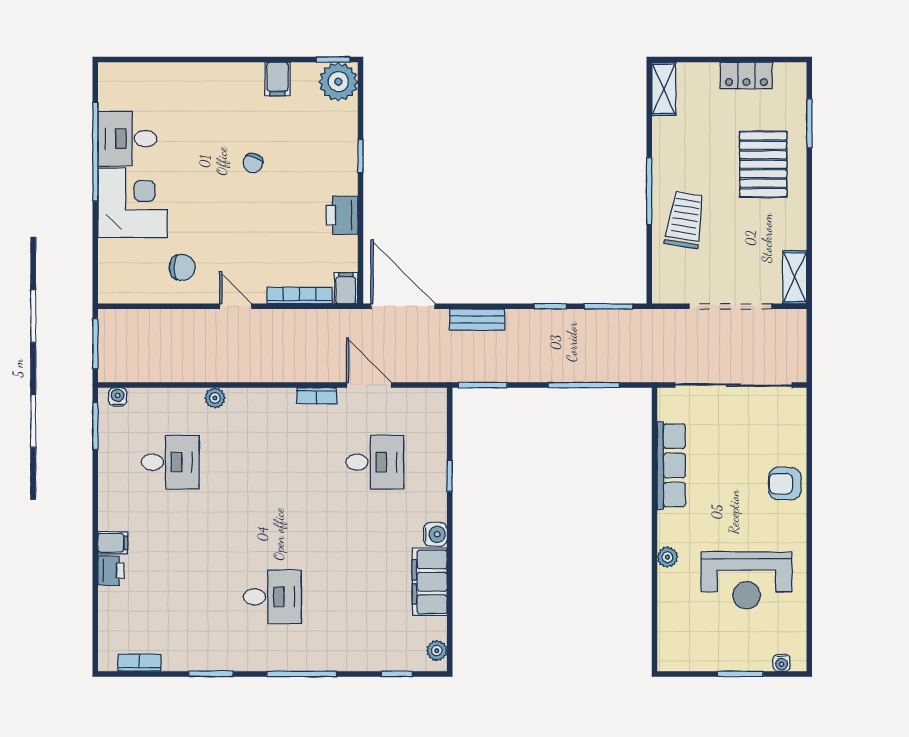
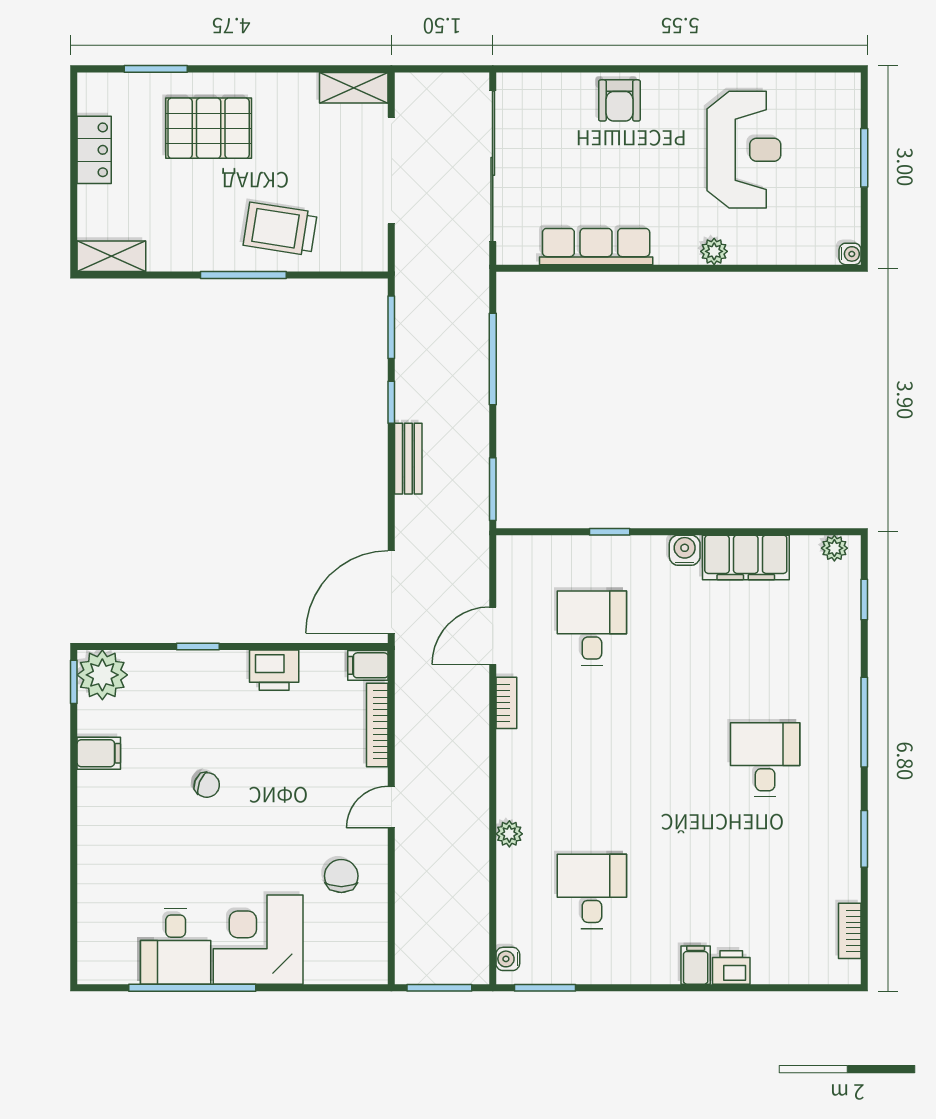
bench: (477, 320) -> (408, 459), moved
water cooler: (782, 663) -> (850, 254), moved

